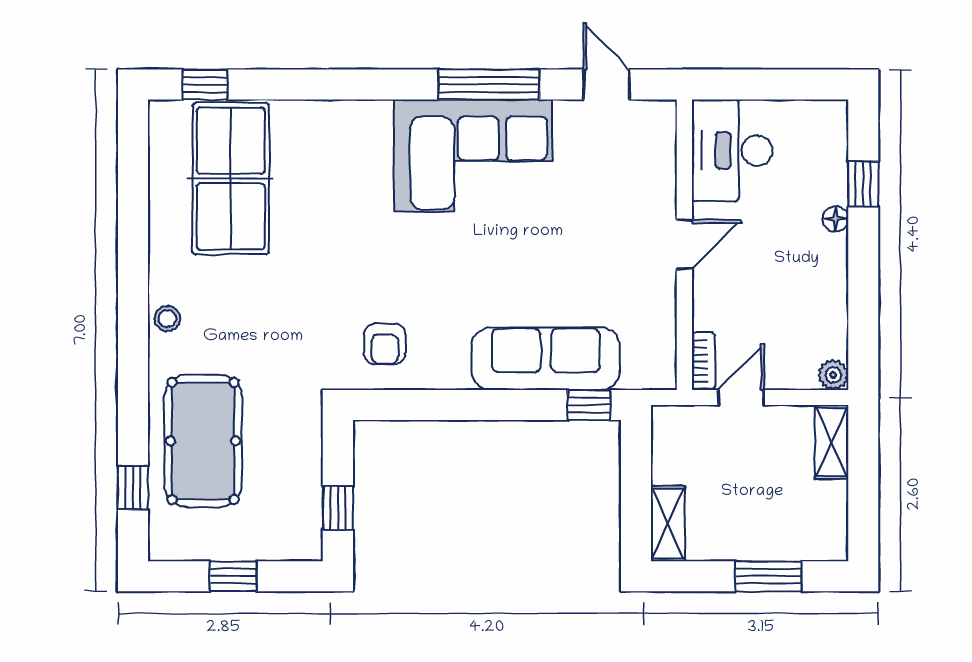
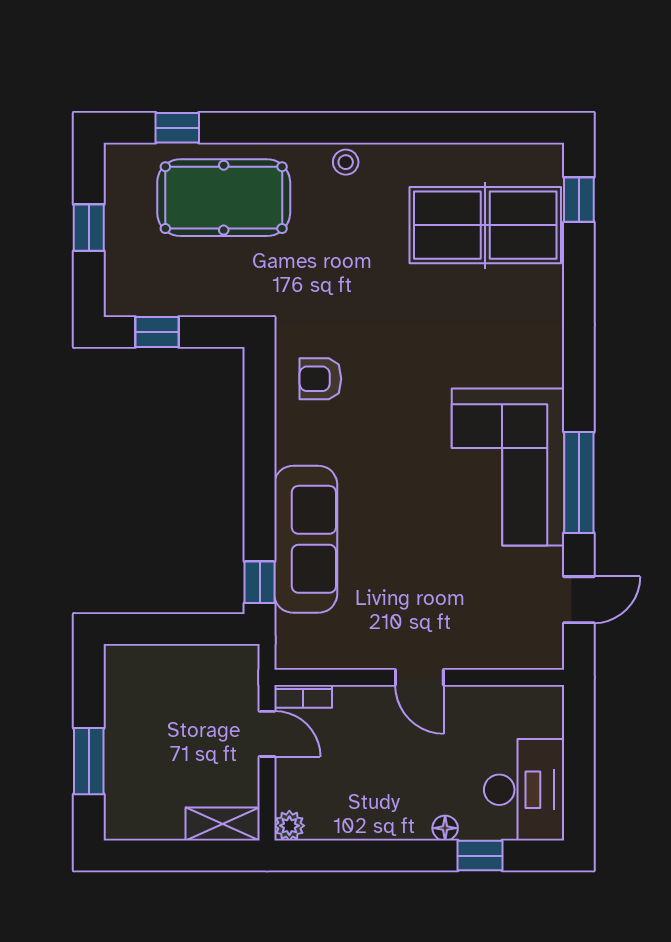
desk: (732, 151) -> (524, 790), moved, turned 90
shelving: (668, 524) -> (141, 661), removed

